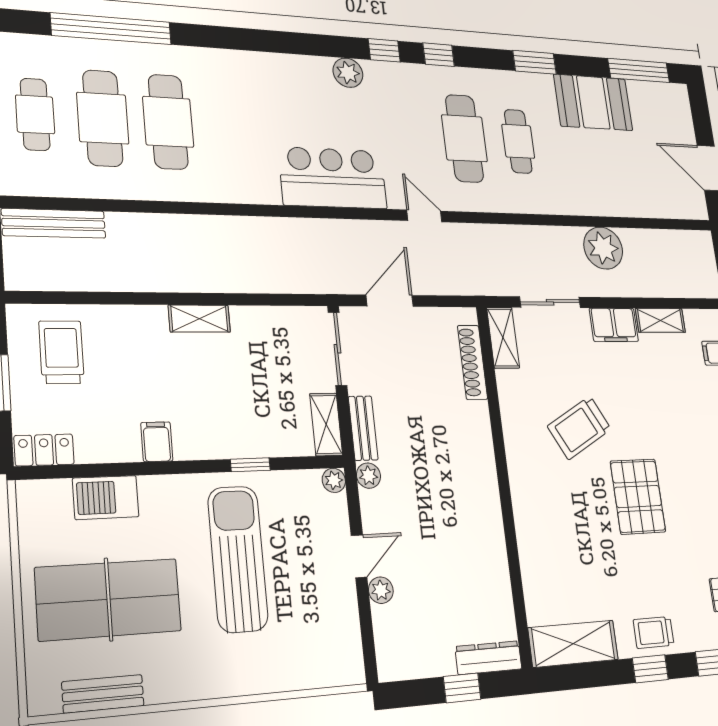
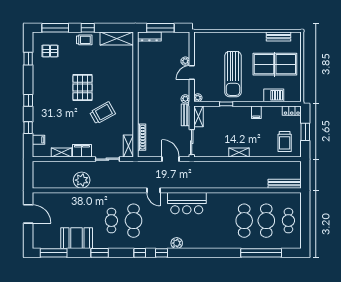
door: (390, 301) -> (171, 159), swing flipped
window: (462, 688) -> (160, 28), width x2.17

